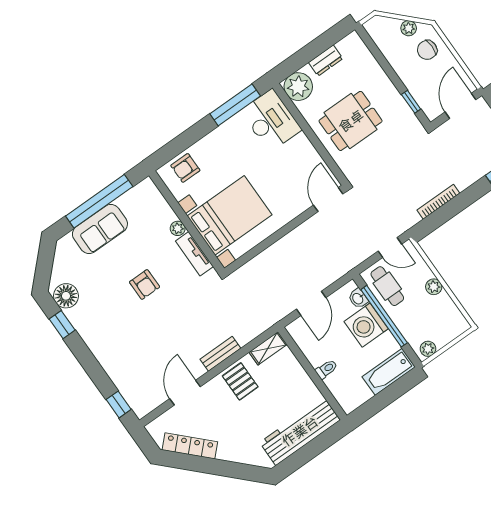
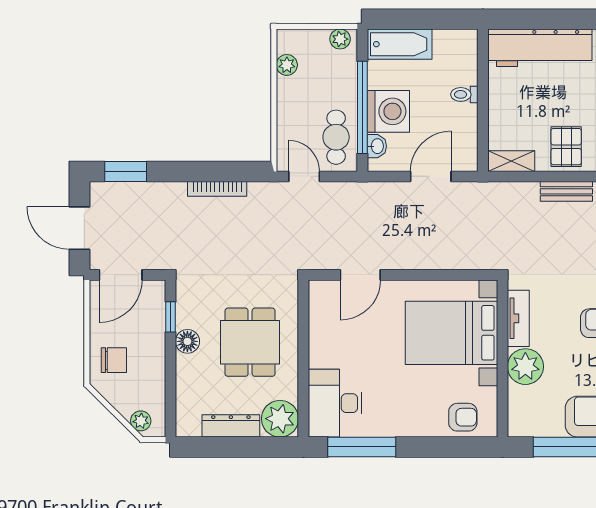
plant: (409, 28) -> (141, 421), moved
dresser: (326, 61) -> (231, 426), width x1.44
floor lamp: (390, 94) -> (187, 341), added
dining table: (351, 121) -> (250, 342), turned 90
door: (328, 200) -> (360, 275), moved
plant: (178, 228) -> (525, 367), width x1.87, depth x1.87
plant: (434, 287) -> (287, 65), moved

